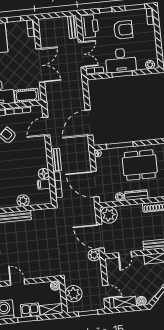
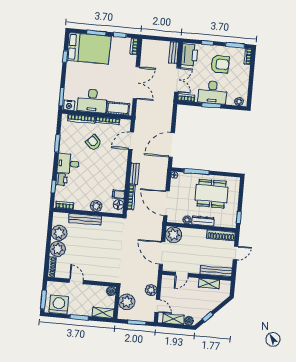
floor lamp: (44, 174) -> (118, 205), moved
plant: (94, 255) -> (151, 290), moved
kitchen sink: (30, 310) -> (83, 309), removed

